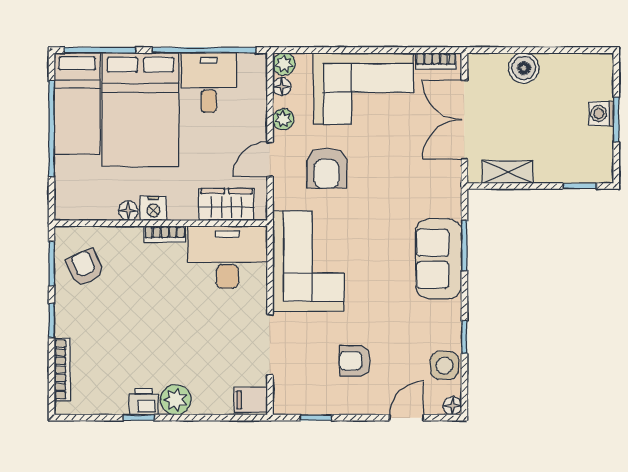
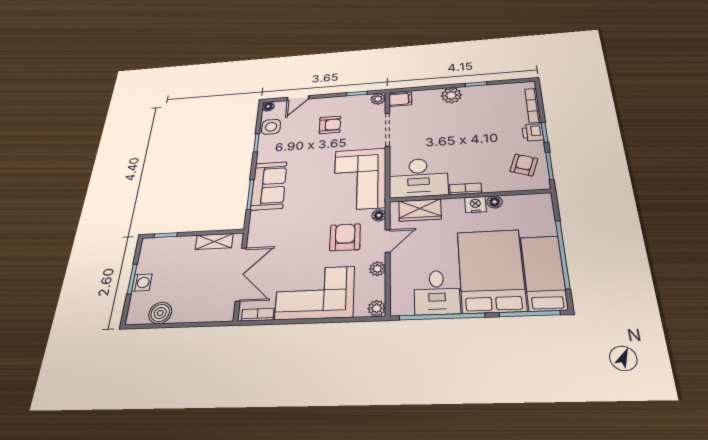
boiler: (524, 68) -> (160, 313), moved
floor lamp: (282, 86) -> (379, 215), moved
armchair: (85, 267) -> (524, 165), turned -137
printer: (144, 402) -> (533, 132), moved, turned 90
plant: (284, 404) -> (378, 99), added

